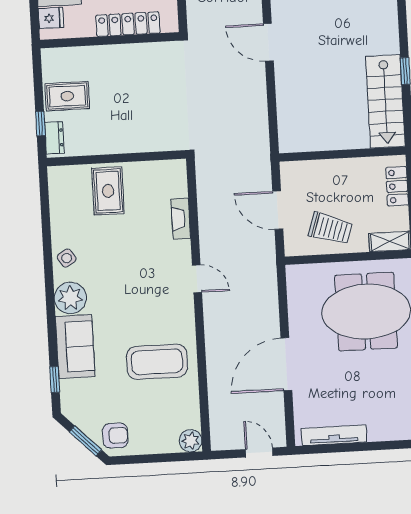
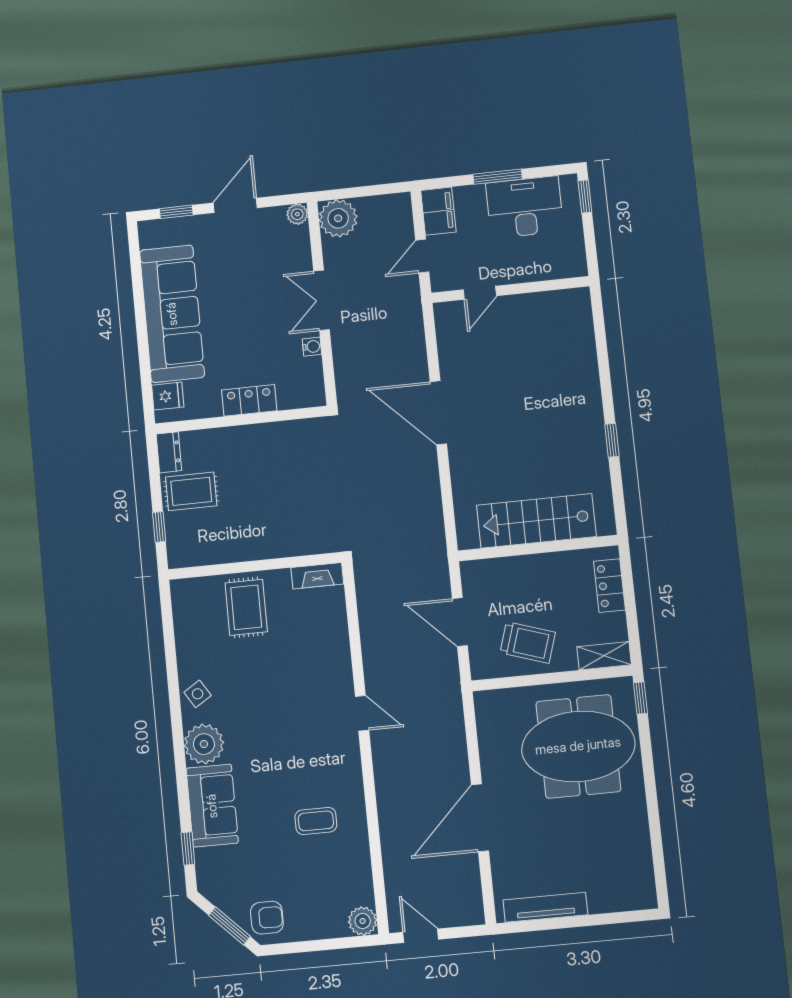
locker: (128, 24) -> (249, 400), width x0.66
door: (268, 42) -> (438, 413), width x1.36
stairs: (385, 101) -> (536, 521), moved, turned 90
dresser: (54, 138) -> (169, 452), moved
fireplace: (181, 219) -> (317, 576), moved, turned -90
coffee table: (157, 362) -> (316, 821), width x0.54, depth x0.58
door: (259, 452) -> (421, 936), moved

